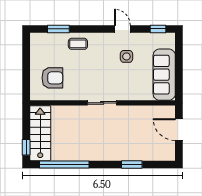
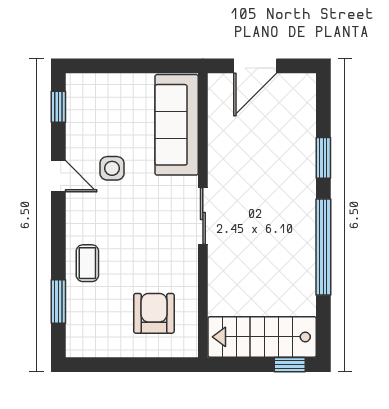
door: (122, 29) -> (58, 176), swing flipped
sofa: (164, 75) -> (177, 125), moved, turned 90
window: (64, 164) -> (323, 247), moved

